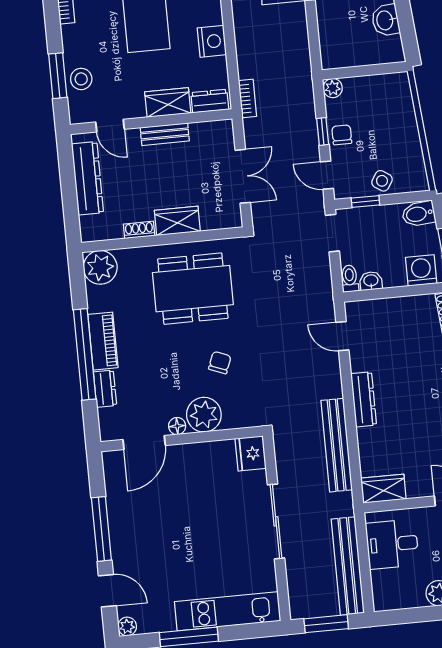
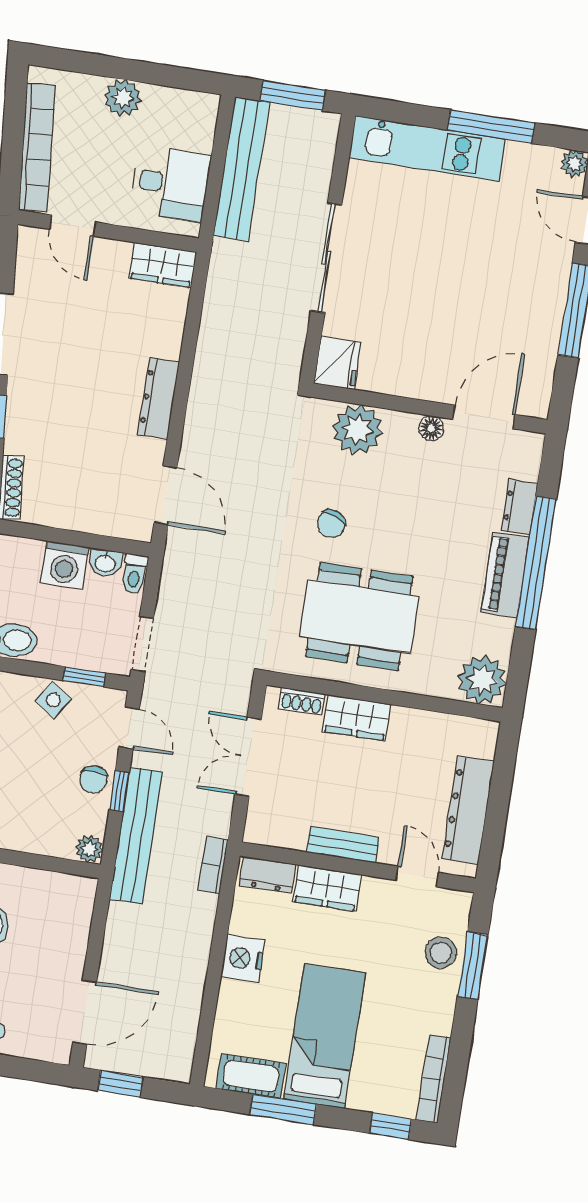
shoe rack: (139, 230) -> (302, 701), moved
washing machine: (421, 270) -> (65, 565), moved
door: (342, 336) -> (166, 495), width x1.38
chair: (220, 363) -> (331, 524), moved
plant: (204, 415) -> (358, 430), moved
bench: (337, 445) -> (136, 836), moved

